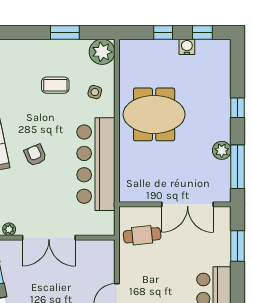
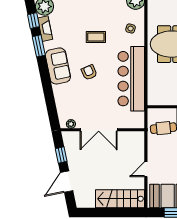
coffee table: (55, 85) -> (96, 37), moved

